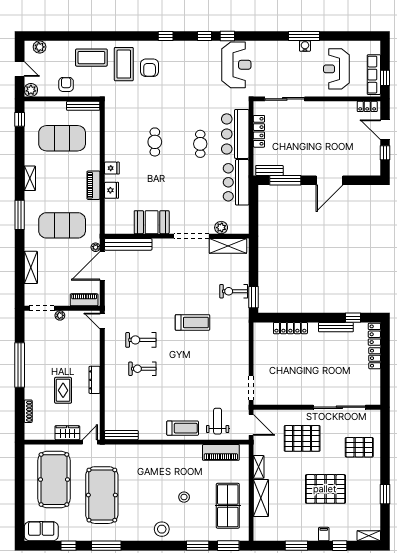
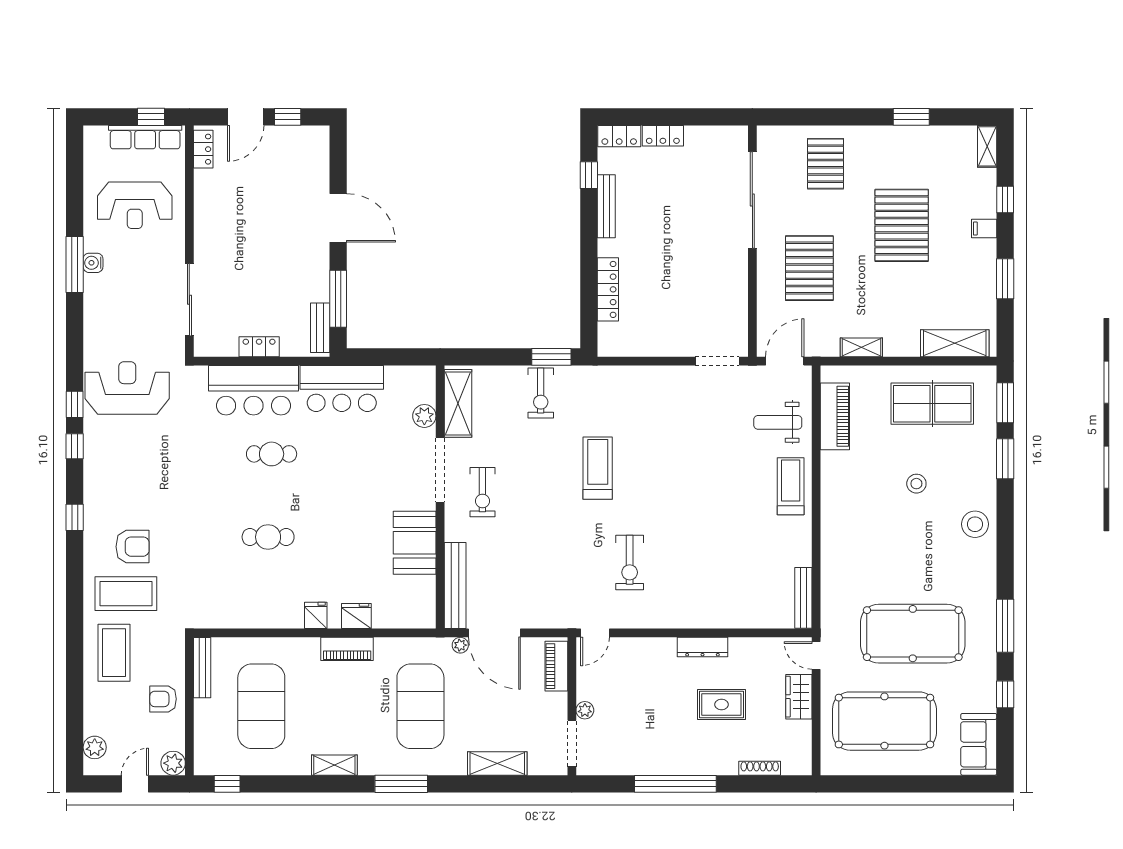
locker: (259, 131) -> (259, 347), width x0.66
exercise bike: (142, 369) -> (482, 492), moved
shelving: (261, 498) -> (955, 343), moved

